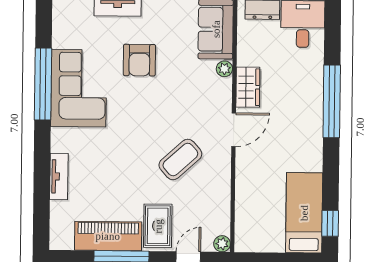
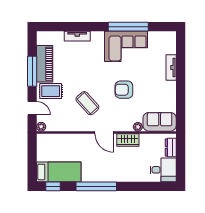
armchair: (139, 60) -> (124, 90), moved
window: (332, 101) -> (96, 186), moved

